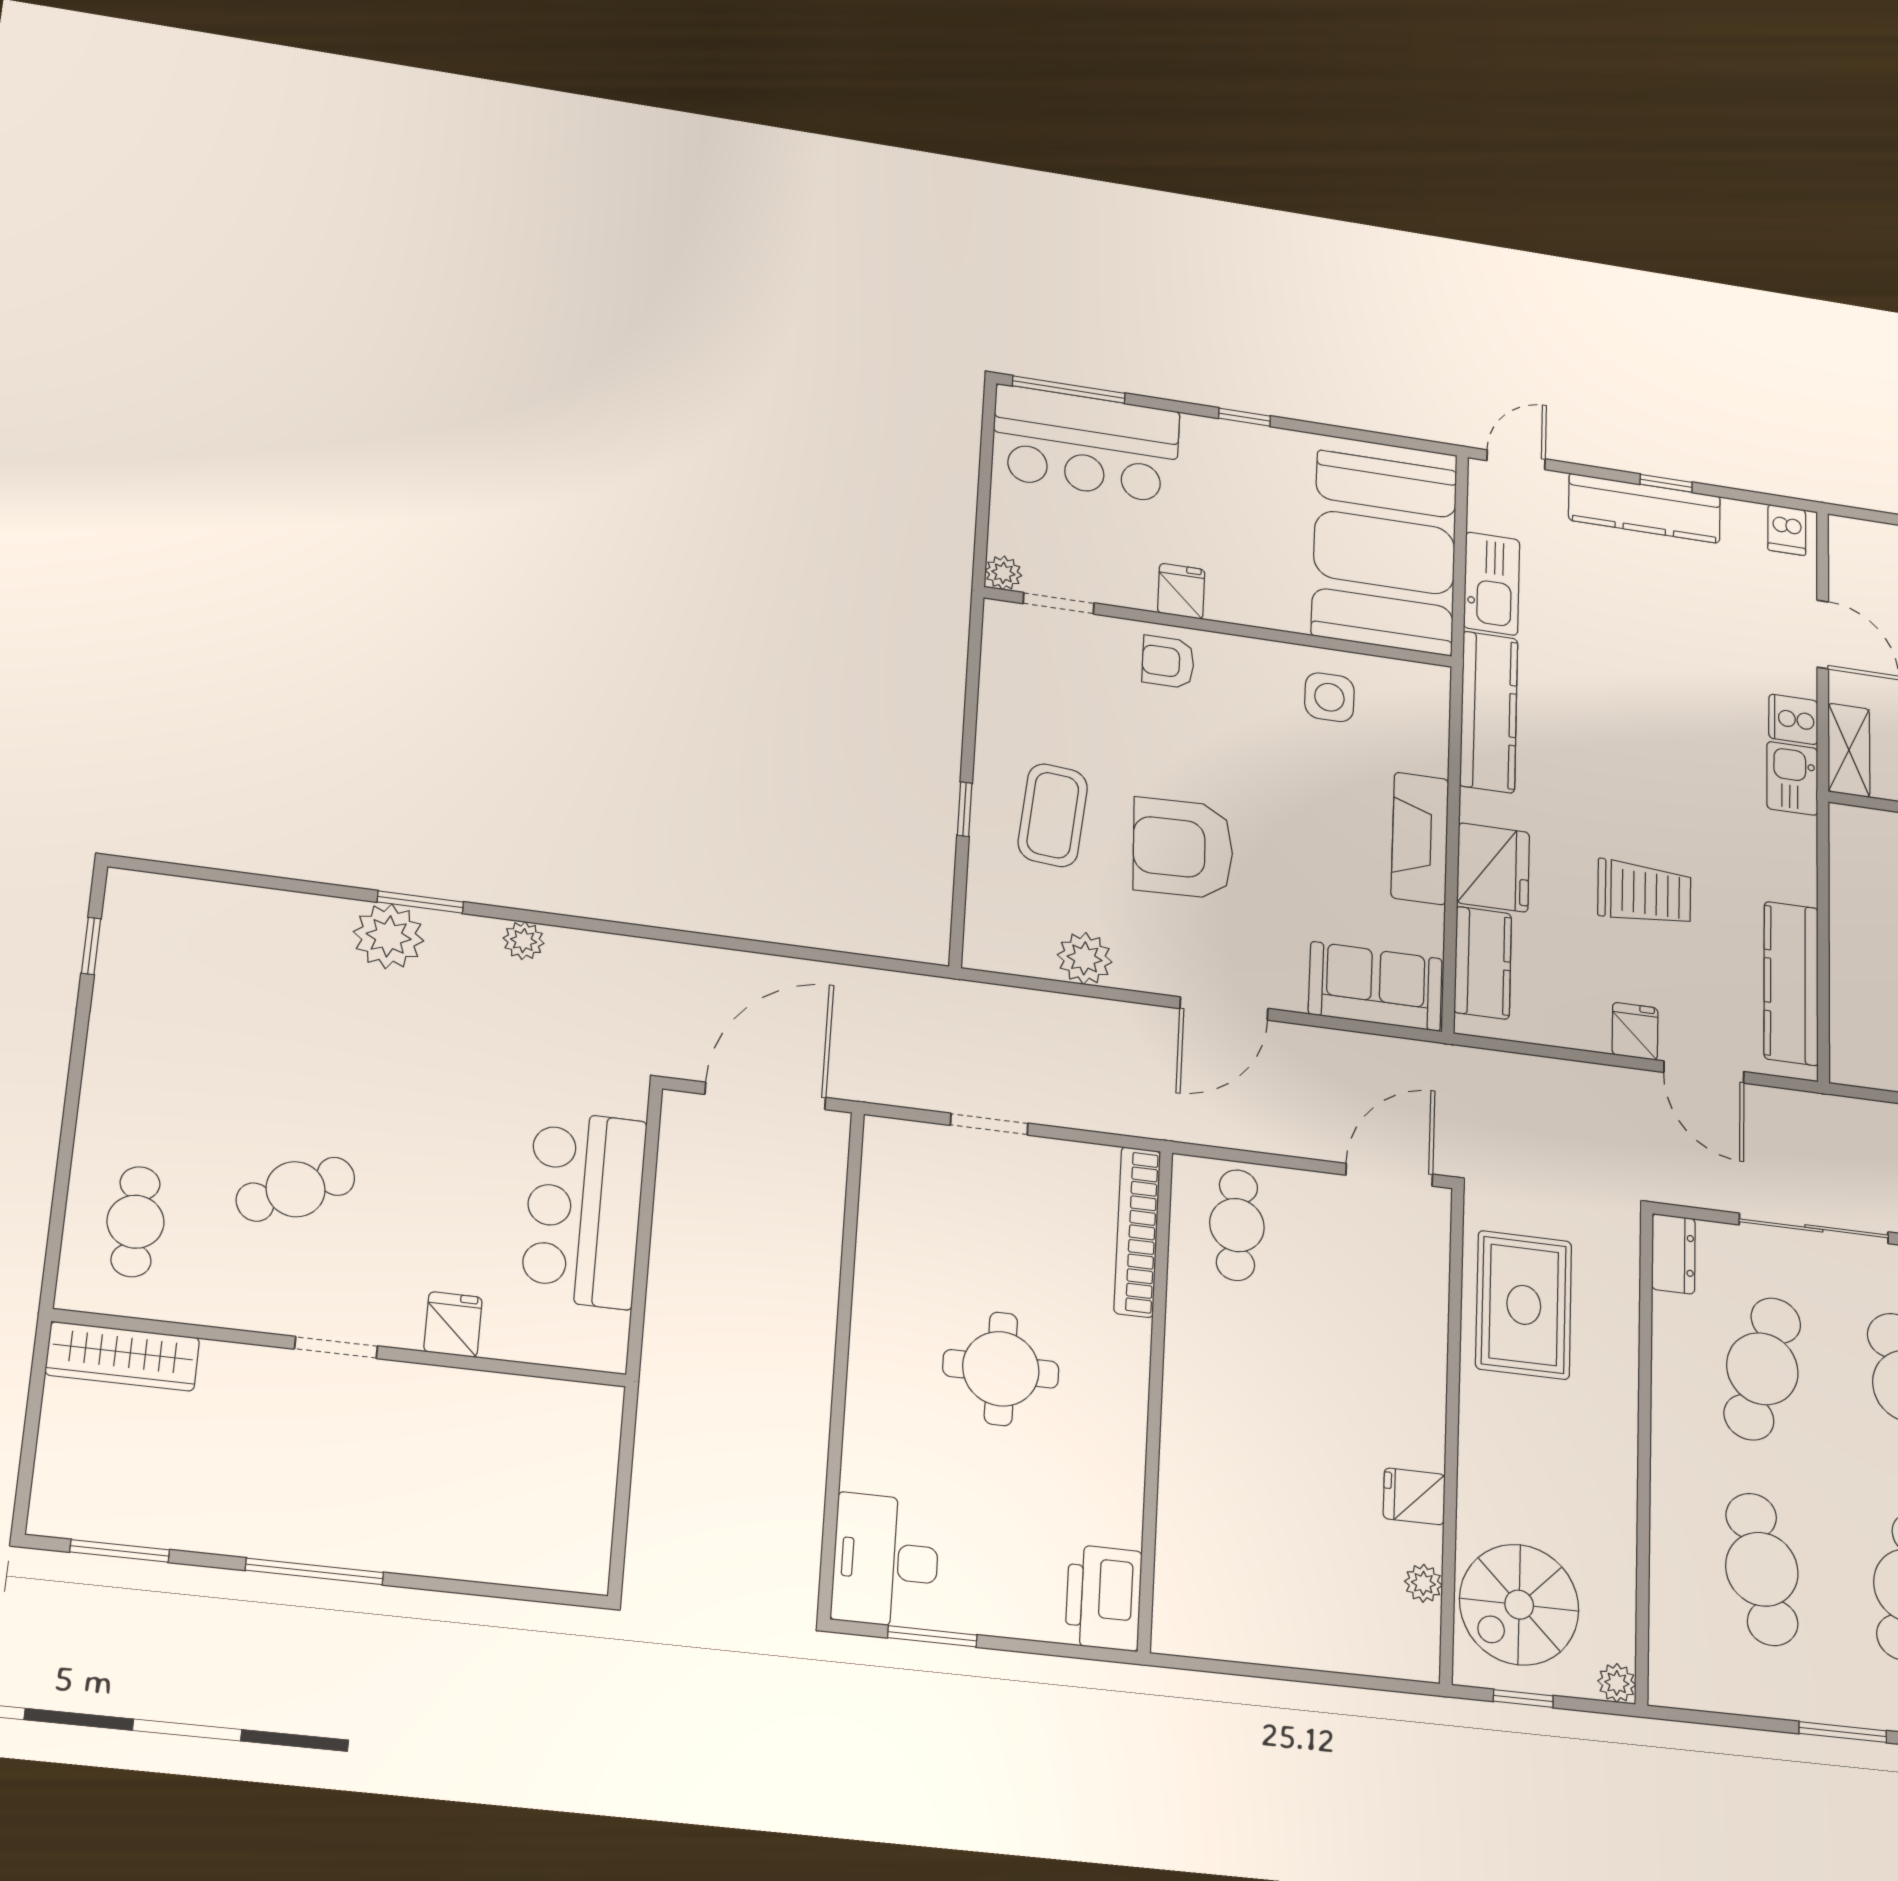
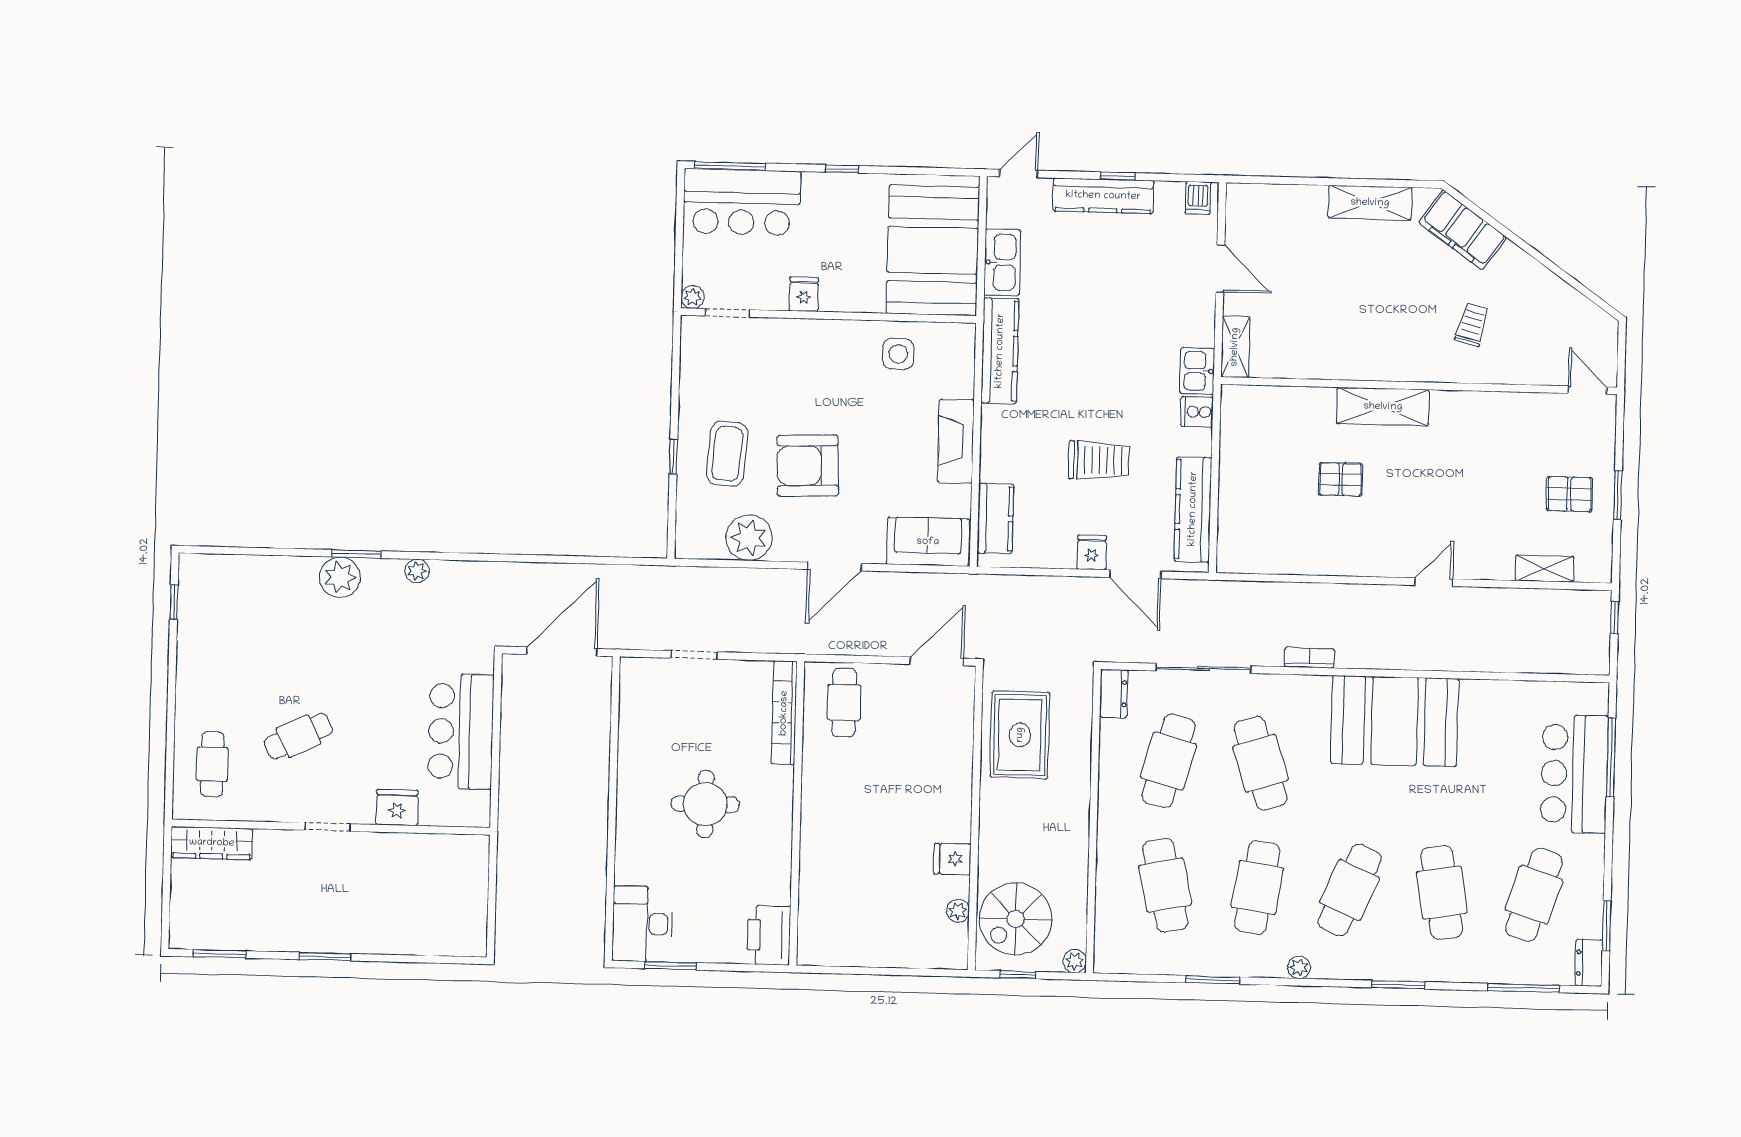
armchair: (1168, 662) -> (796, 343), removed
cooker: (1793, 719) -> (1197, 412), moved
fridge: (1493, 867) -> (1002, 455), removed
plant: (1085, 958) -> (749, 538), width x1.36, depth x1.36
fridge: (453, 1324) -> (397, 807), width x1.38
window: (314, 1571) -> (325, 957), width x0.69

